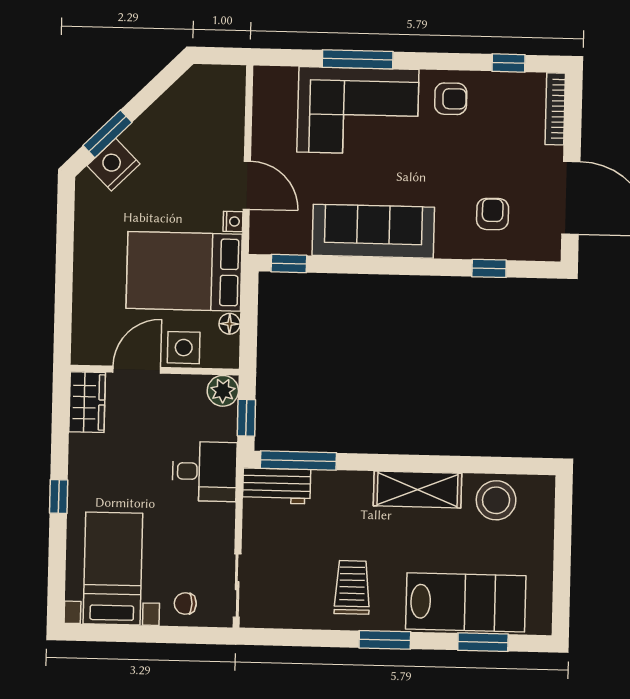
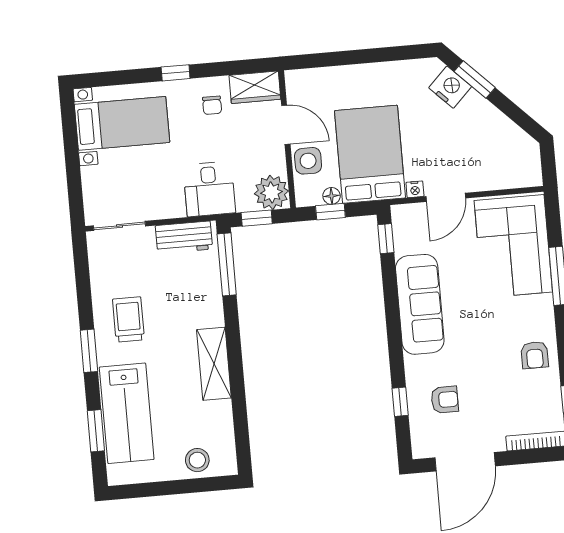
corner sofa: (358, 111) -> (513, 246), moved
window: (249, 327) -> (330, 212), added
plant: (223, 391) -> (271, 192), width x1.36, depth x1.36
workbench: (277, 486) -> (184, 237), moved, turned -90
stool: (496, 500) -> (197, 460), moved, width x0.73, depth x0.73
trolley: (352, 587) -> (128, 320), turned -90
chair: (185, 604) -> (212, 105), moved, turned 180

